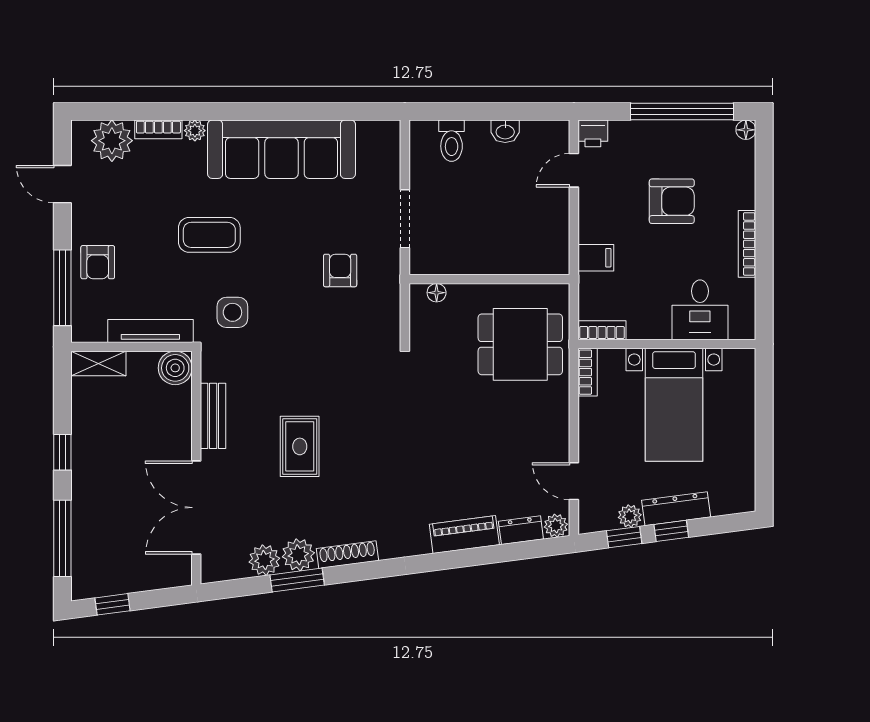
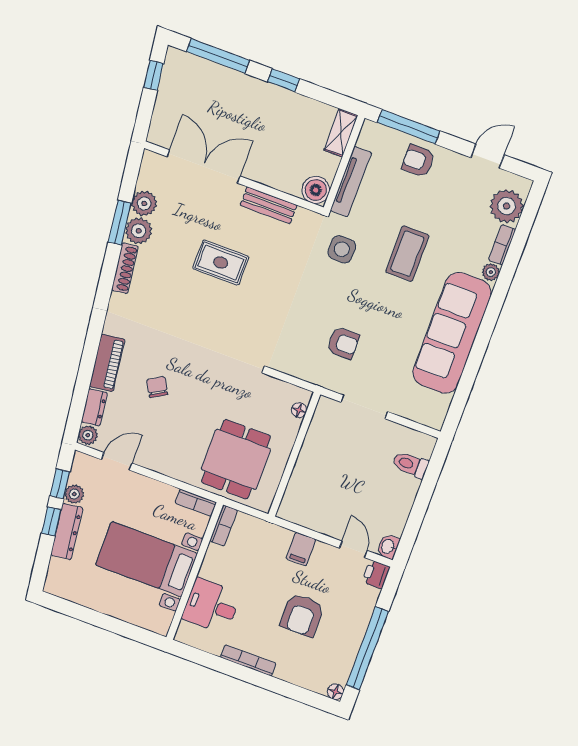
washbasin: (505, 131) -> (388, 547), moved
filing cabinet: (596, 258) -> (301, 549), moved
chair: (471, 466) -> (157, 387), added

